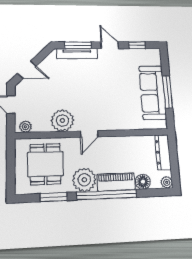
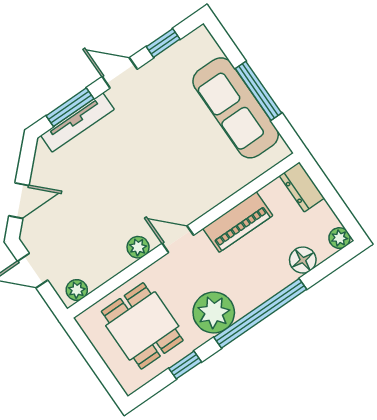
plant: (62, 120) -> (138, 247), width x0.53, depth x0.53
door: (89, 134) -> (178, 239), swing flipped
dresser: (163, 152) -> (302, 187), width x0.70
piano: (116, 182) -> (238, 222), moved, turned 180
window: (54, 197) -> (185, 365), width x0.67

